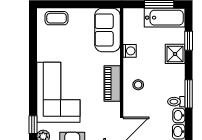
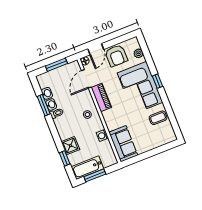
coffee table: (57, 18) -> (158, 118), moved
piano: (112, 84) -> (101, 97), moved
window: (189, 94) -> (44, 105), moved
window: (33, 125) -> (158, 81), moved

